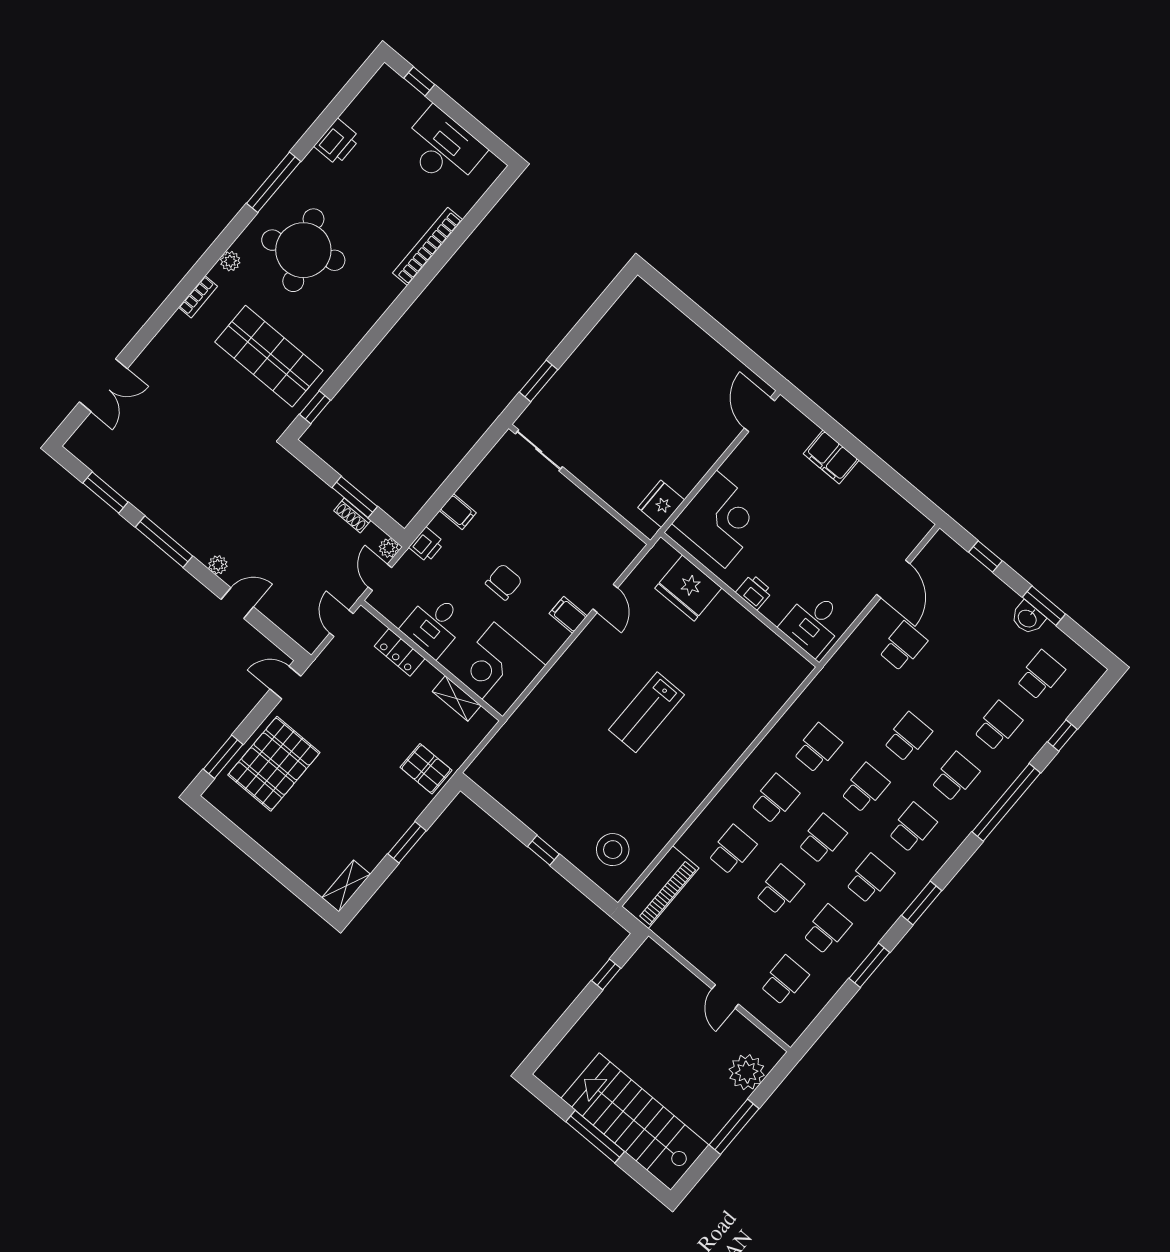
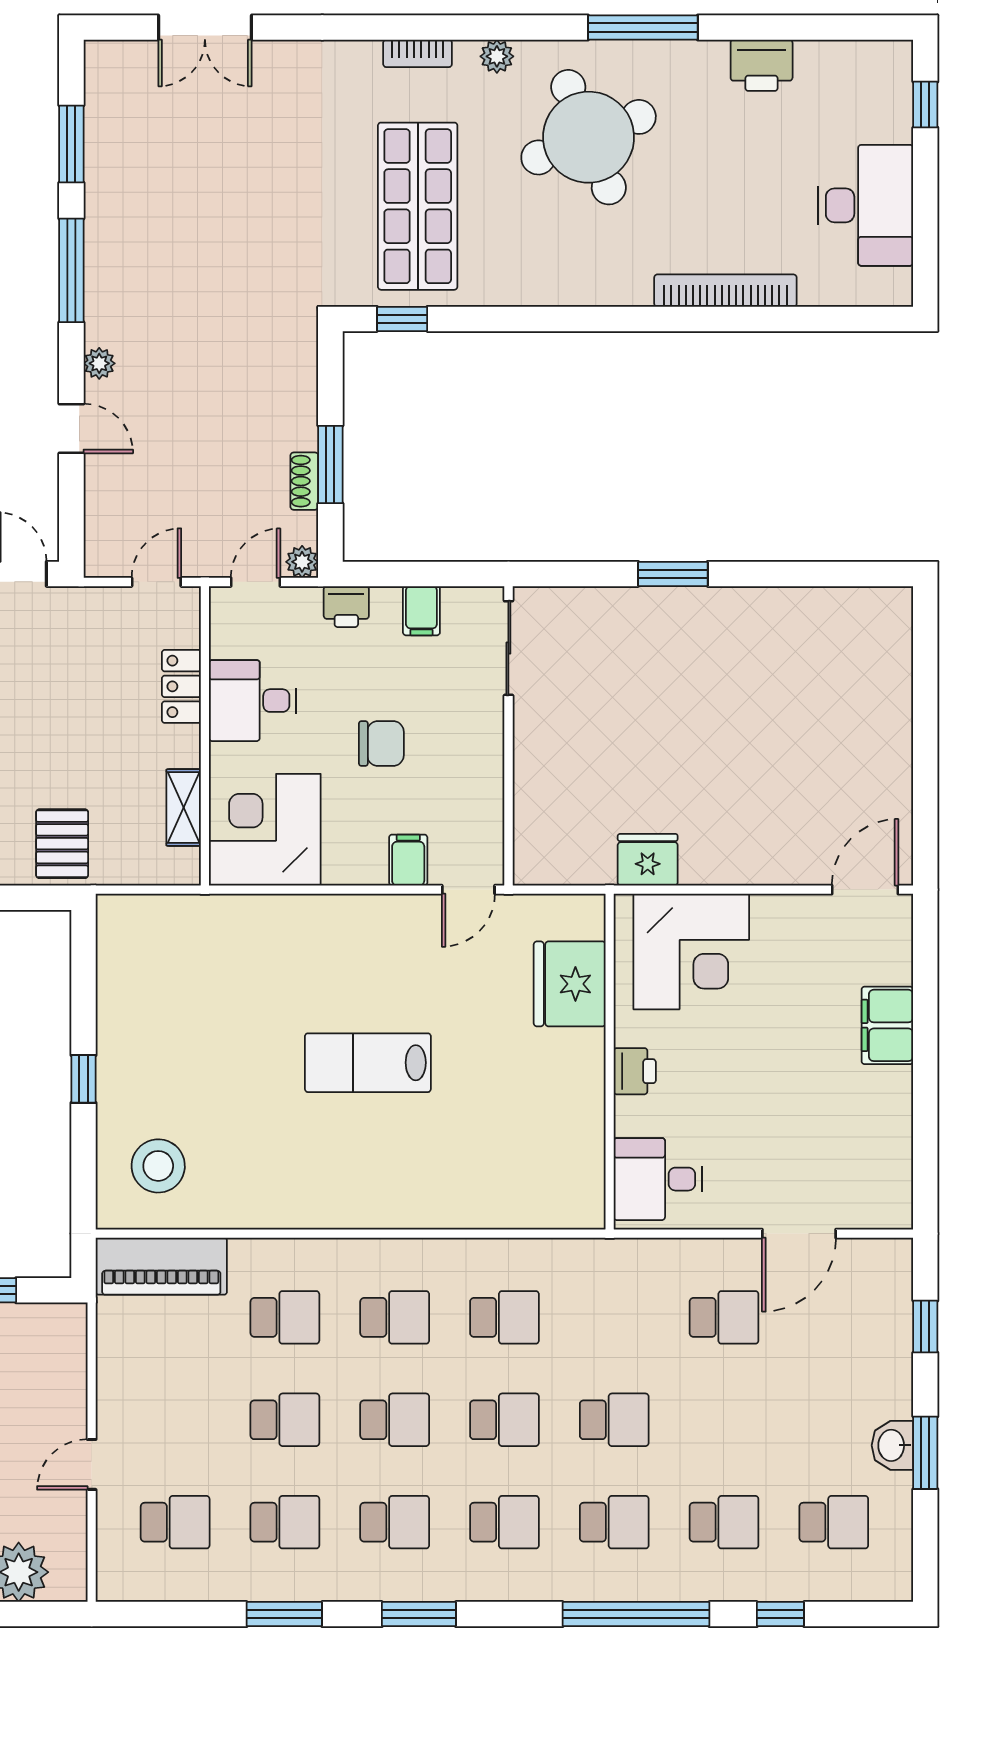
sliding door: (539, 450) -> (508, 648), moved
wall: (579, 484) -> (508, 736), moved

